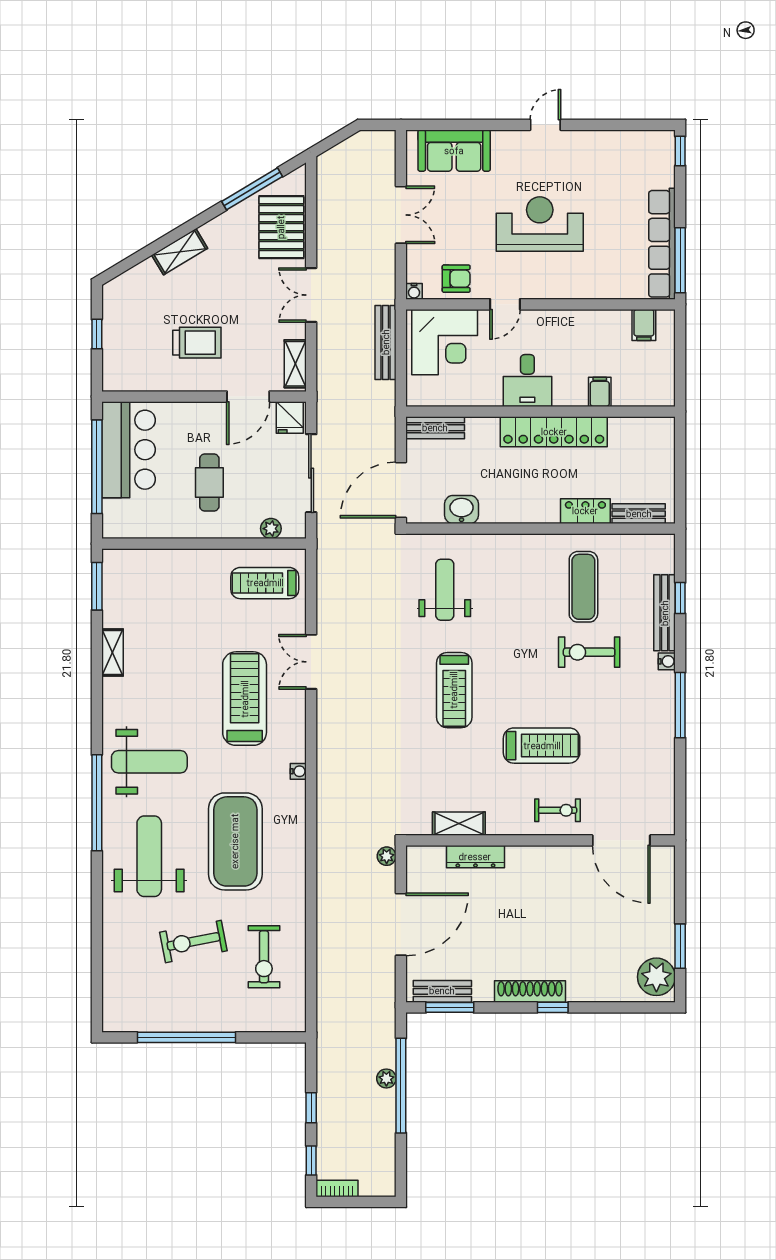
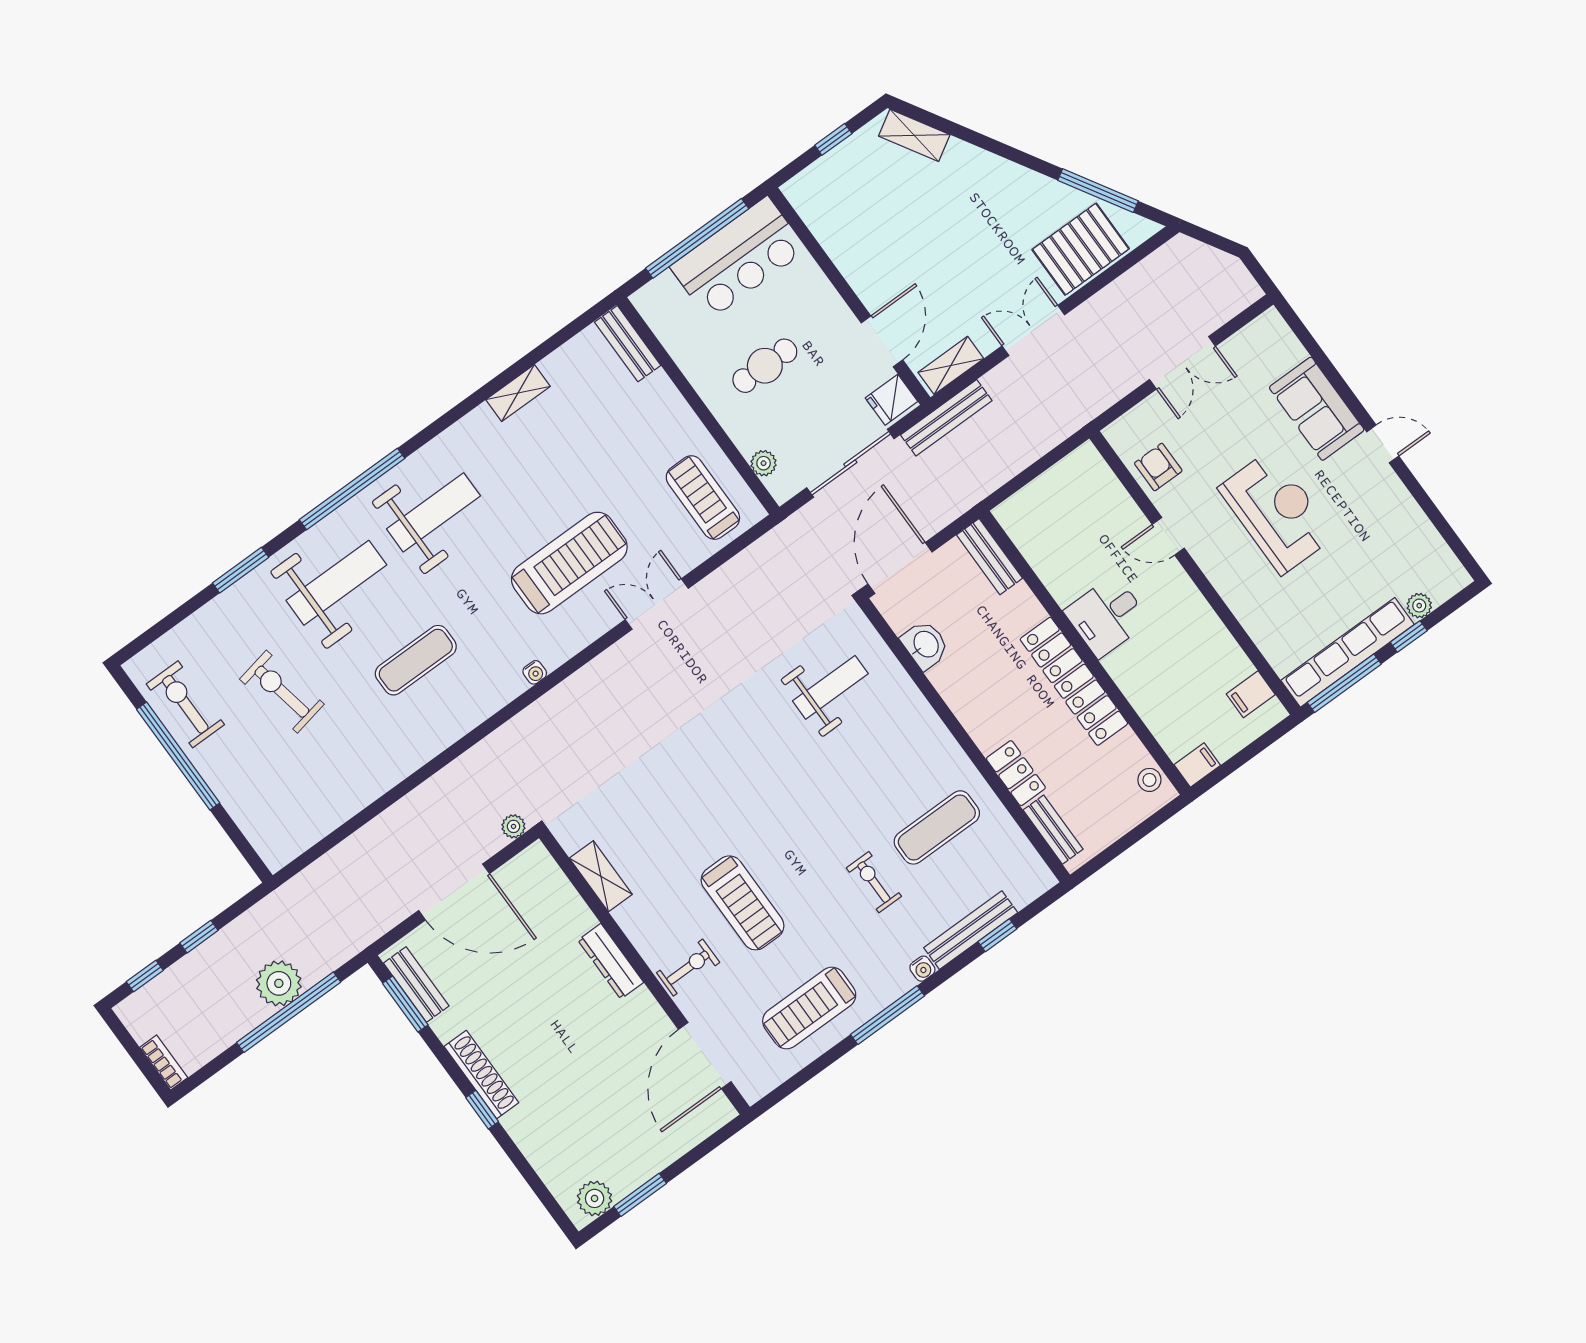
sofa: (454, 151) -> (1317, 409), moved
window: (680, 151) -> (1409, 636), moved
plant: (665, 176) -> (1419, 606), added
shelving: (180, 252) -> (914, 135), moved
armchair: (456, 279) -> (1158, 467), turned 180
water cooler: (414, 291) -> (1114, 433), removed
bench: (386, 342) -> (946, 418), moved
corner desk: (445, 342) -> (1084, 503), removed
trolley: (197, 343) -> (899, 249), removed
filing cabinet: (600, 392) -> (1197, 765), moved
door: (248, 397) -> (882, 341), swing flipped
stool: (652, 429) -> (1149, 780), added
door: (401, 490) -> (900, 568), hinge flipped
bench: (132, 560) -> (628, 344), added
window: (97, 586) -> (241, 570), moved
exercise bike: (589, 652) -> (874, 882), width x0.73, depth x0.72
treadmill: (454, 690) -> (809, 1008), moved
weight bench: (149, 762) -> (433, 512), turned -90
exercise bike: (558, 810) -> (688, 968), turned -90
exercise mat: (235, 841) -> (416, 660), width x0.50, depth x0.69
dresser: (475, 857) -> (611, 961), moved
exercise bike: (264, 957) -> (185, 704), moved, turned 90
plant: (656, 977) -> (595, 1198), width x0.73, depth x0.73
plant: (386, 1078) -> (279, 983), width x1.88, depth x1.88
bookcase: (337, 1189) -> (164, 1062), moved

